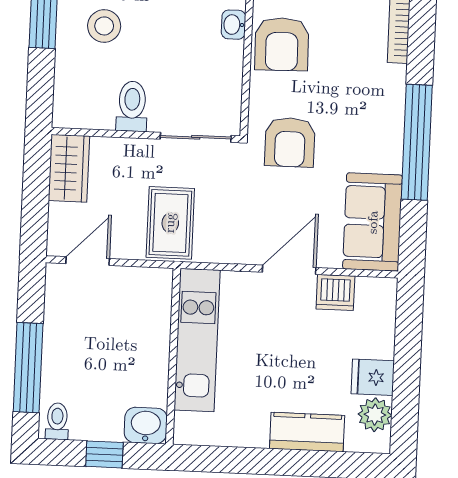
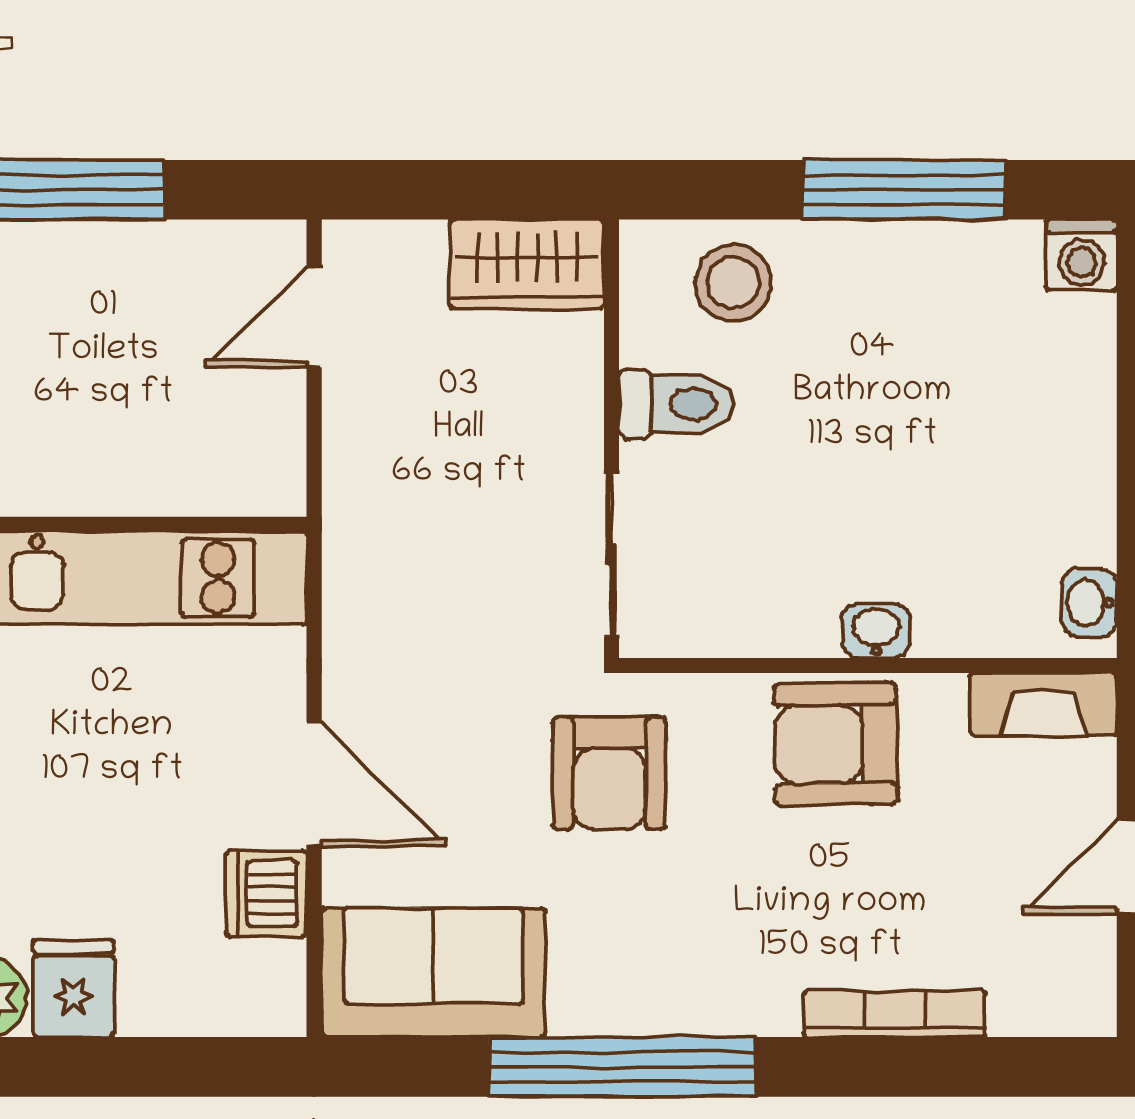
stool: (104, 26) -> (733, 283), moved
armchair: (290, 142) -> (609, 773), turned -90
rug: (170, 223) -> (411, 504), removed
door: (88, 261) -> (314, 317), swing flipped

